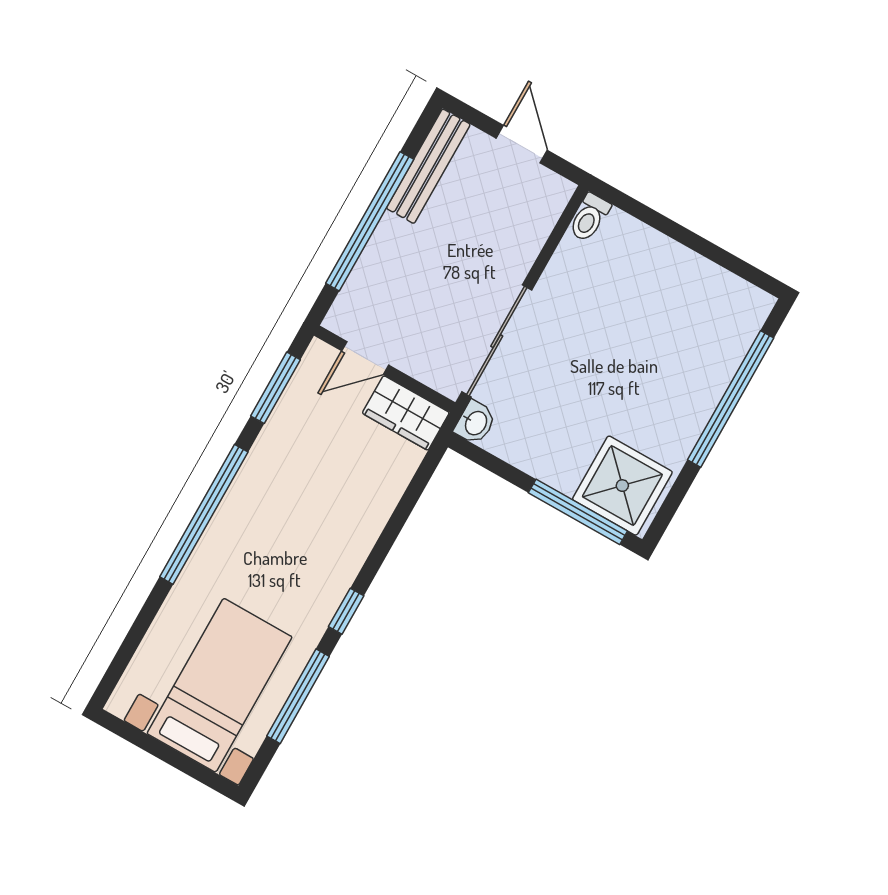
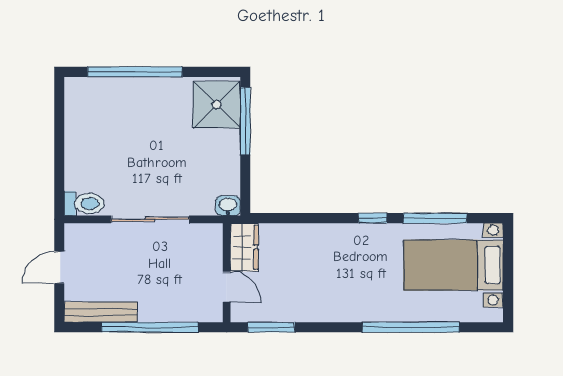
toilet: (589, 218) -> (84, 204), width x1.37, depth x1.39
sliding door: (497, 341) -> (150, 219), moved
window: (204, 514) -> (411, 327), moved

